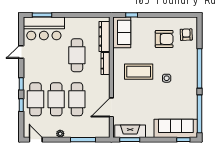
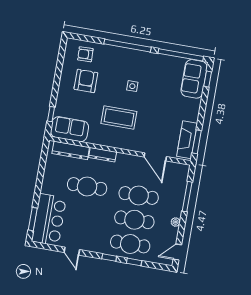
coffee table: (139, 72) -> (119, 118), turned 90
sofa: (176, 128) -> (194, 79), width x0.73

